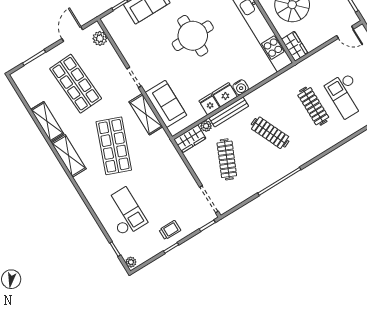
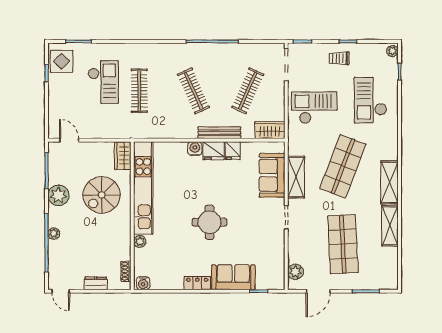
round table: (193, 36) -> (209, 222), width x0.73, depth x0.73
plant: (206, 126) -> (248, 133), removed
checkout: (165, 179) -> (314, 108), added

